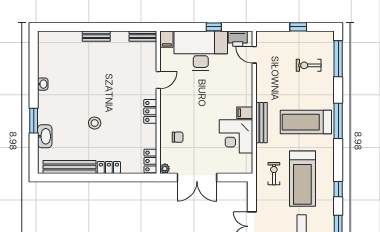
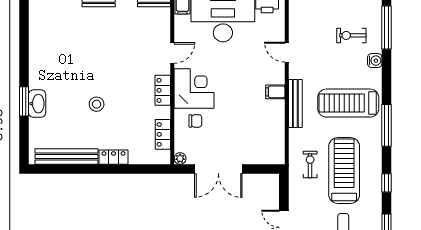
door: (254, 55) -> (287, 52), moved
washbasin: (43, 84) -> (35, 58), removed
water cooler: (328, 86) -> (375, 61), added
window: (338, 121) -> (387, 125), moved
washbasin: (45, 136) -> (37, 104), moved
corner desk: (236, 136) -> (194, 88), moved, turned 180
locker: (150, 161) -> (163, 134), moved
treadmill: (302, 179) -> (344, 171), turned 180

